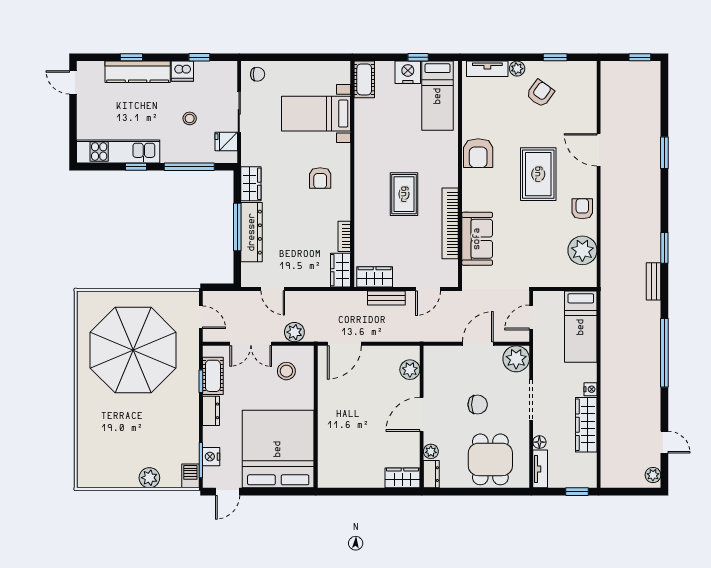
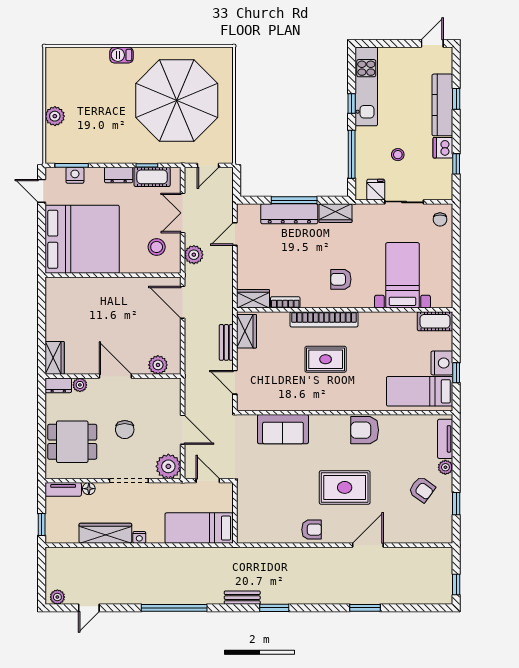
bookcase: (450, 223) -> (324, 319), moved, turned 180
plant: (582, 250) -> (272, 530), removed
barbecue: (190, 476) -> (121, 55), moved, turned 180

